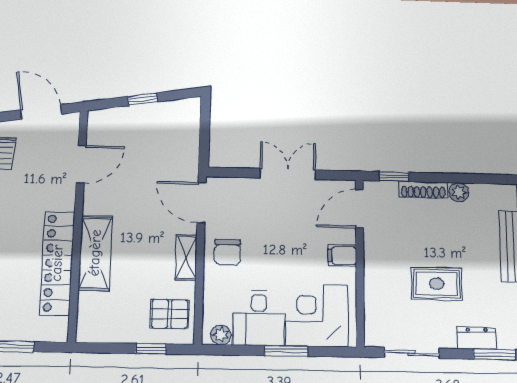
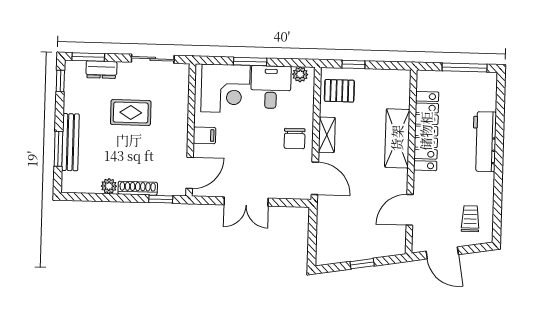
chair: (228, 252) -> (295, 139), turned 180

